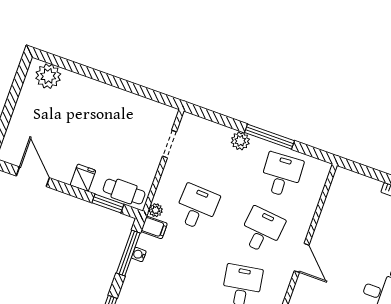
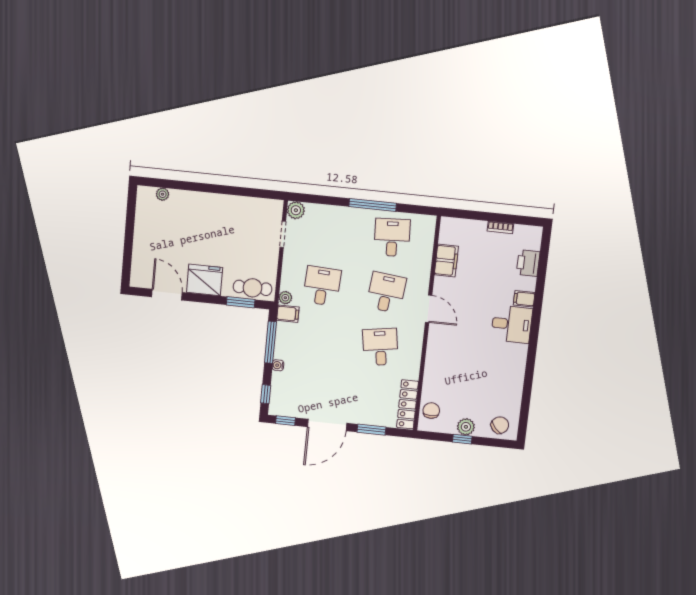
plant: (48, 76) -> (163, 194), width x0.53, depth x0.53
plant: (240, 141) -> (296, 210), moved
fridge: (83, 178) -> (205, 280), width x1.88, depth x1.34
filing cabinet: (332, 212) -> (446, 261), added
water cooler: (139, 255) -> (278, 365), moved

